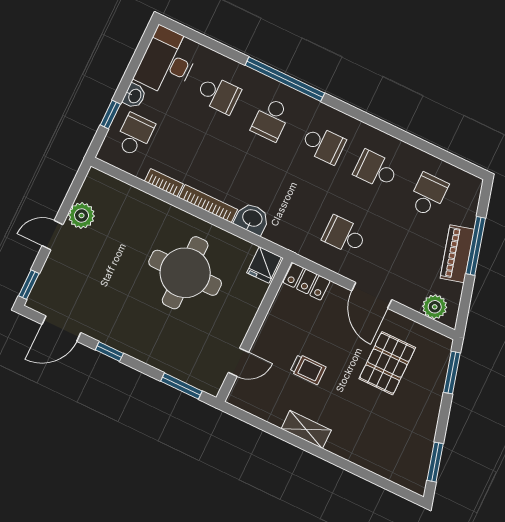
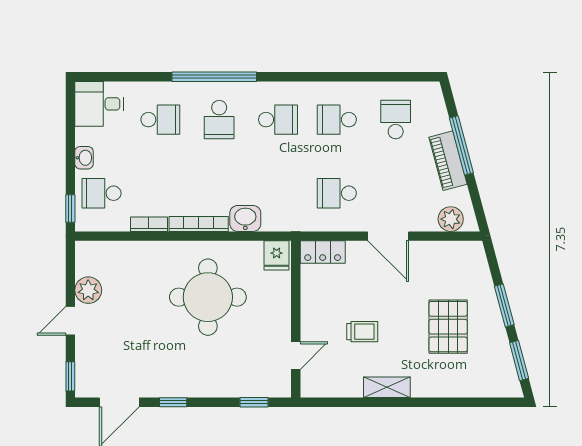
desk: (167, 62) -> (99, 104), width x0.73
window: (110, 114) -> (70, 208), moved
school desk: (135, 135) -> (102, 193), turned -90
pallet: (387, 363) -> (448, 327), moved
window: (452, 373) -> (504, 305), moved
window: (181, 386) -> (254, 402), width x0.67

